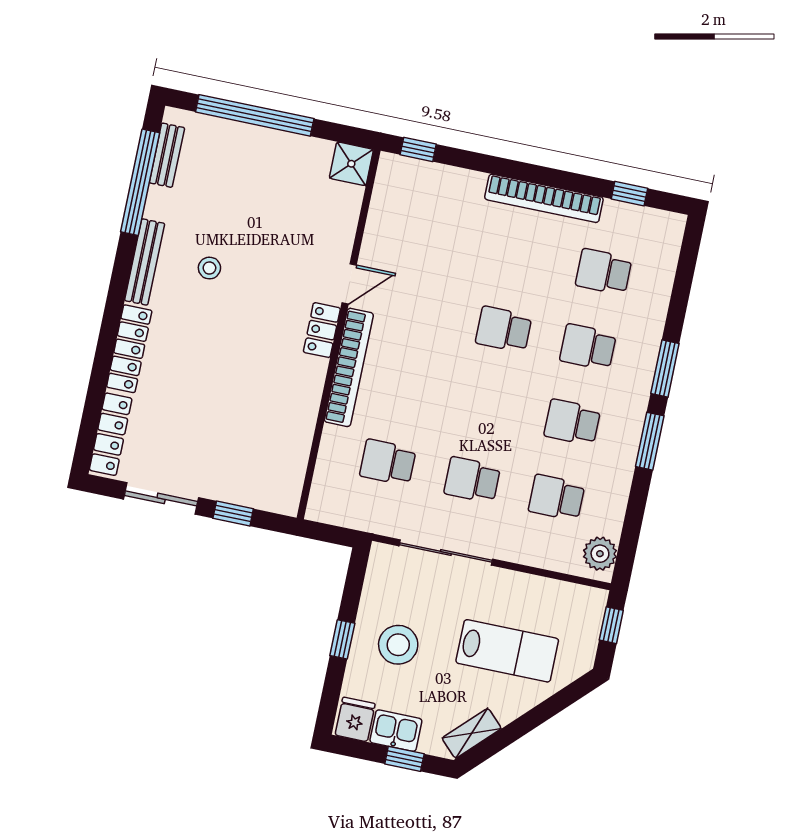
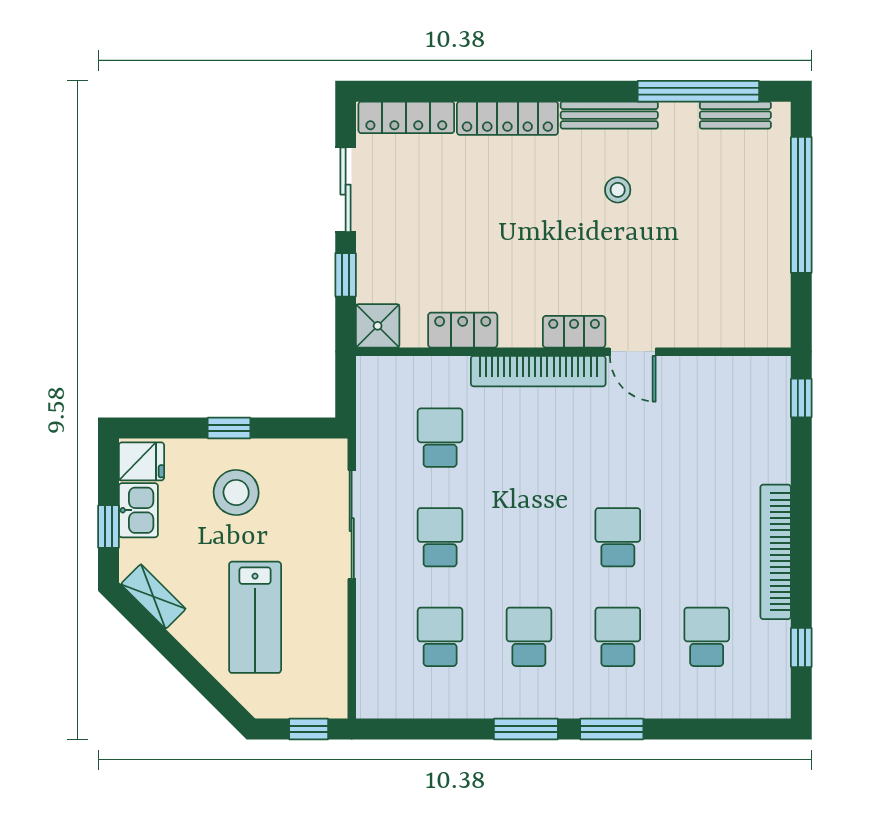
shower: (351, 164) -> (378, 326), moved
locker: (301, 424) -> (463, 330), added
plant: (600, 554) -> (387, 699), removed

